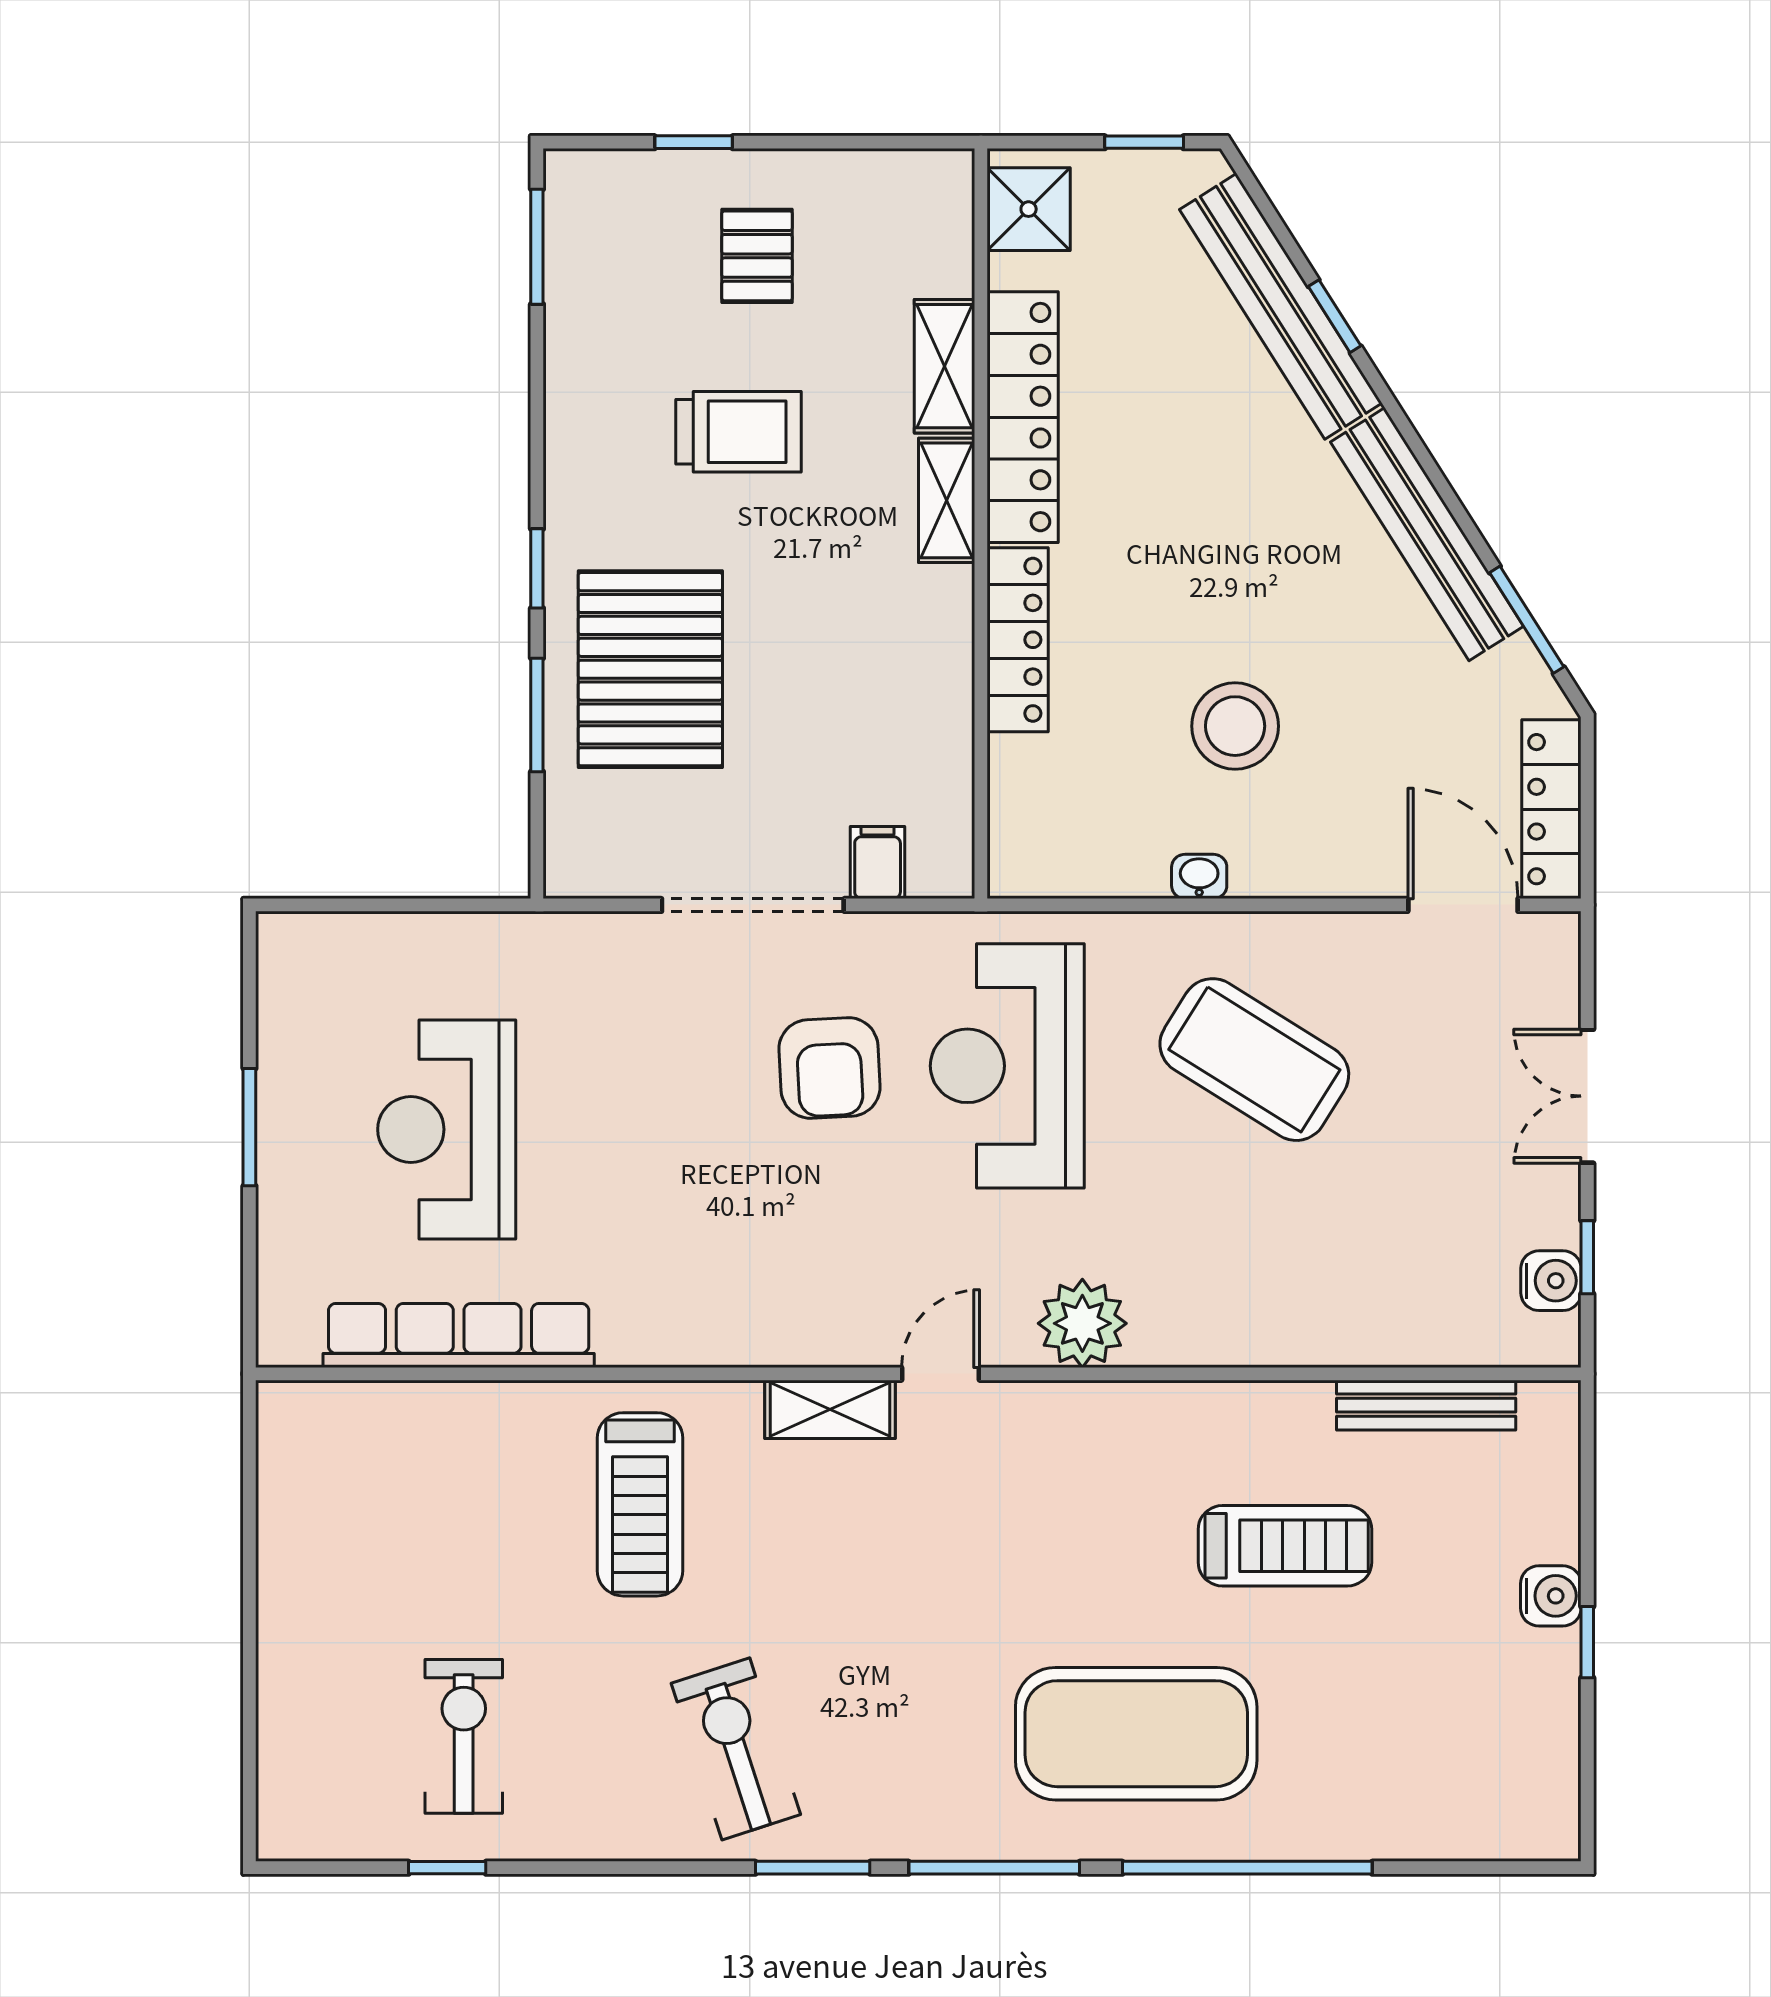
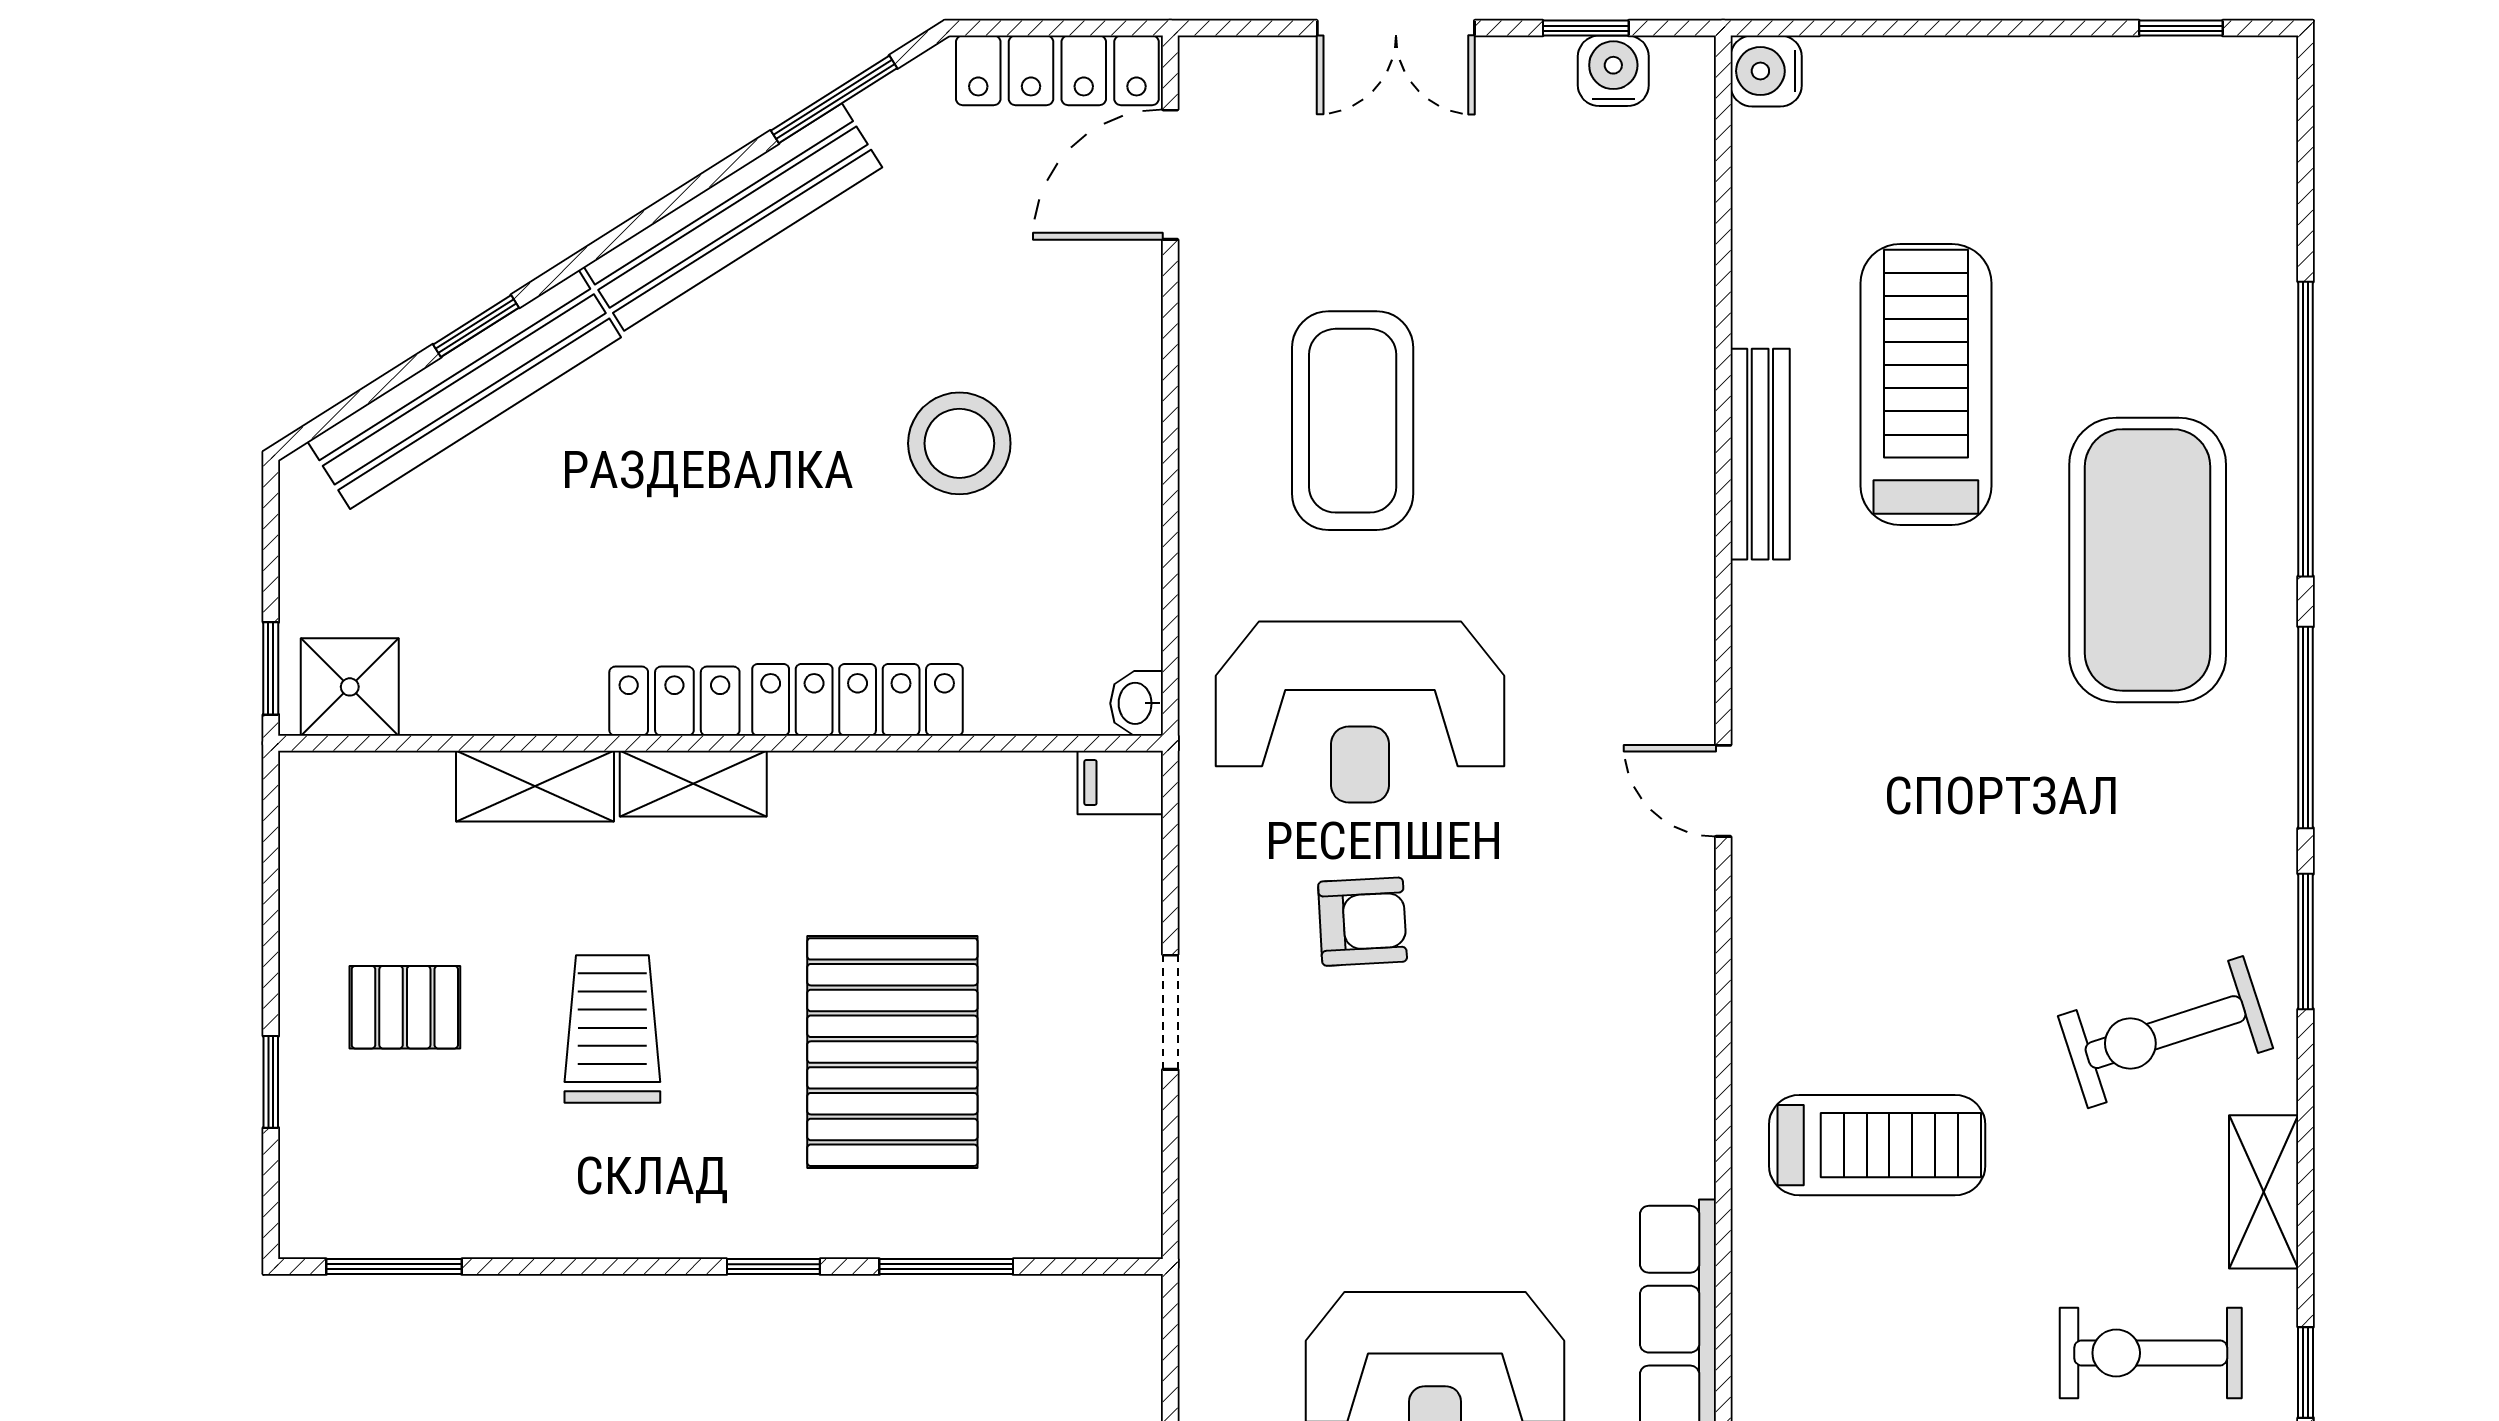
window: (1144, 142) -> (271, 668), moved
locker: (1023, 417) -> (674, 701), width x0.46, depth x0.83
pallet: (650, 669) -> (892, 1052), moved, turned 90
filing cabinet: (878, 863) -> (1120, 782), moved
washbasin: (1199, 876) -> (1137, 703), moved
doorway: (753, 905) -> (1170, 1012), width x0.53
coffee table: (1254, 1060) -> (1353, 421), turned -32
armchair: (829, 1068) -> (1363, 922), width x0.72, depth x0.72
plant: (1082, 1323) -> (1664, 624), removed
bench: (1426, 1405) -> (1760, 454), moved
shelving: (830, 1409) -> (2264, 1192), moved
treadmill: (1285, 1546) -> (1926, 385), width x1.37, depth x1.38
water cooler: (1551, 1596) -> (1766, 71), moved, turned -90
window: (1587, 1642) -> (2181, 28), moved

